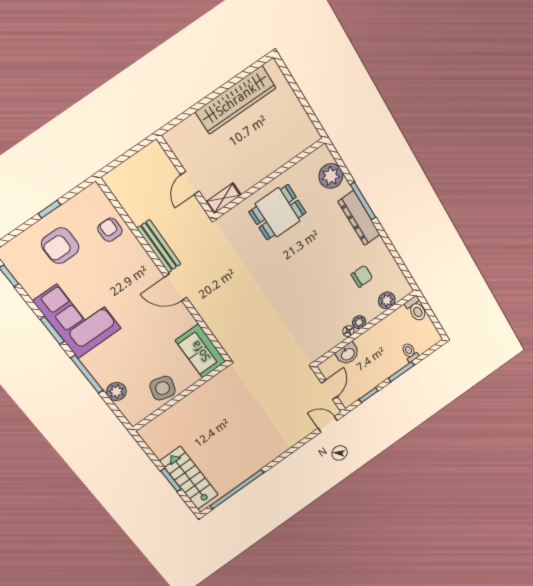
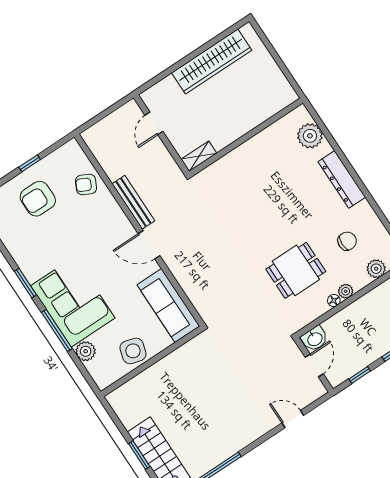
door: (190, 183) -> (154, 123), moved
window: (363, 201) -> (345, 162), removed
dining table: (278, 212) -> (296, 270), moved
armchair: (110, 230) -> (86, 185), turned -64
corner sofa: (77, 315) -> (73, 302), moved
sofa: (201, 351) -> (168, 305), width x1.36
washbasin: (348, 354) -> (315, 339), moved
door: (328, 424) -> (293, 419), moved

